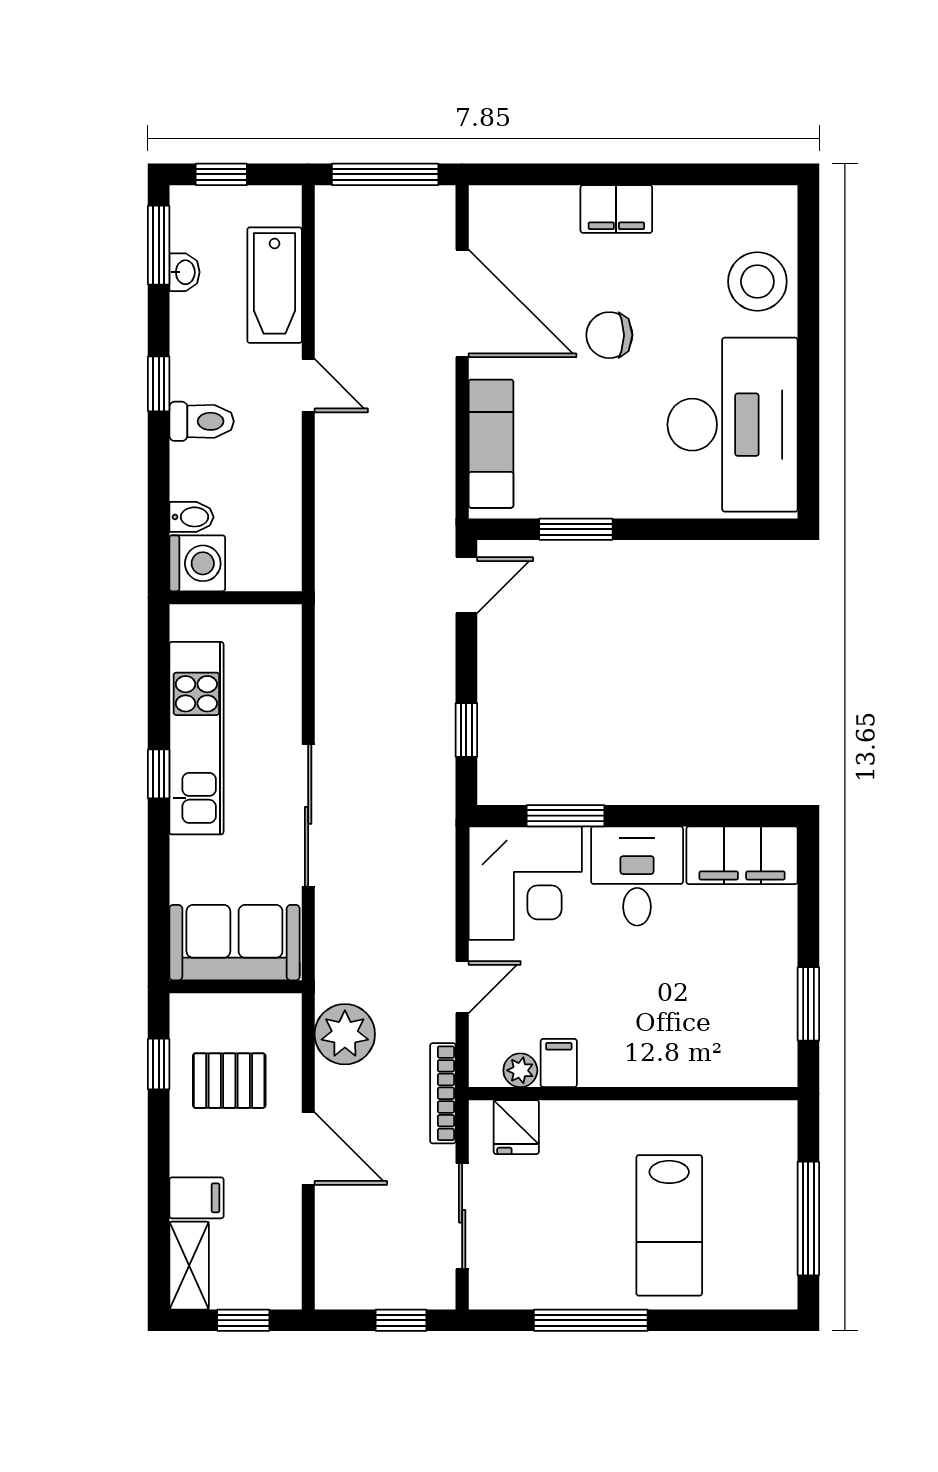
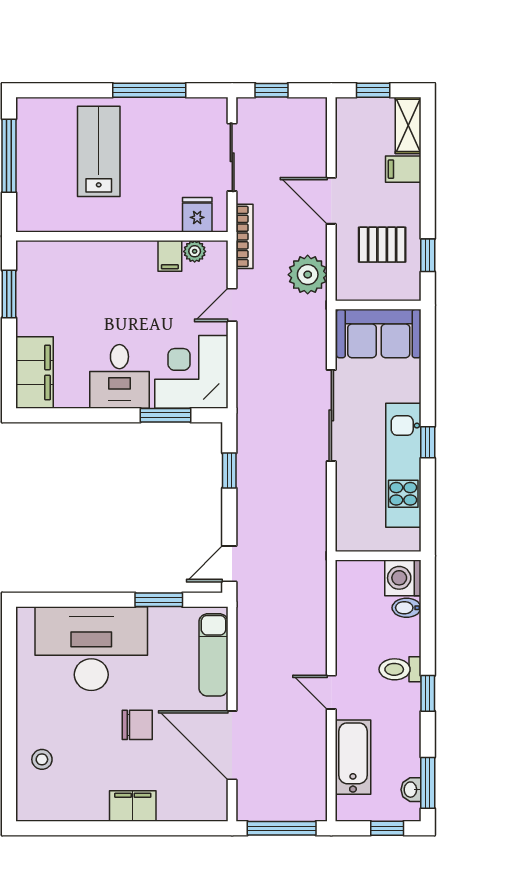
washbasin: (184, 272) -> (411, 790), moved
stool: (757, 282) -> (42, 759), width x0.53, depth x0.53
desk: (733, 425) -> (91, 649), moved, turned 90
filing cabinet: (742, 855) -> (35, 373), moved, turned 90

